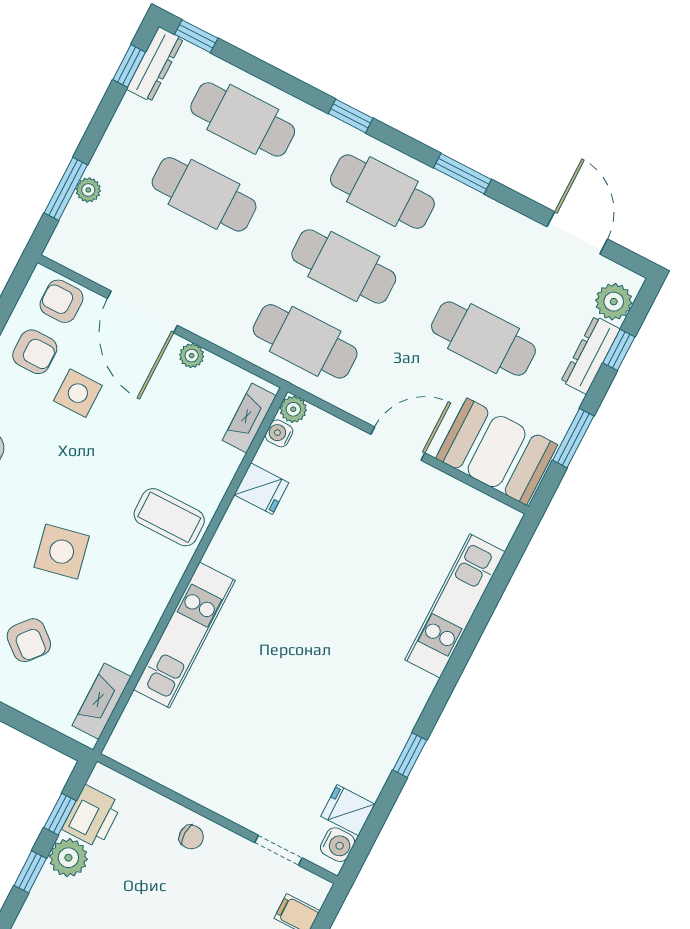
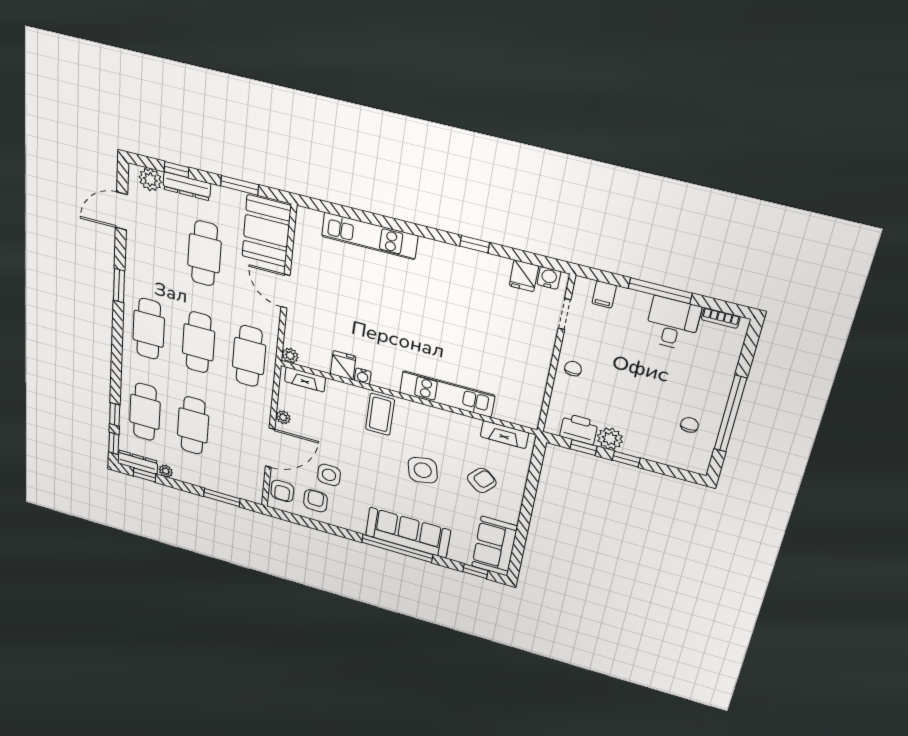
window: (351, 116) -> (115, 414), moved
plant: (88, 190) -> (166, 471), moved
water cooler: (279, 433) -> (363, 376), moved

